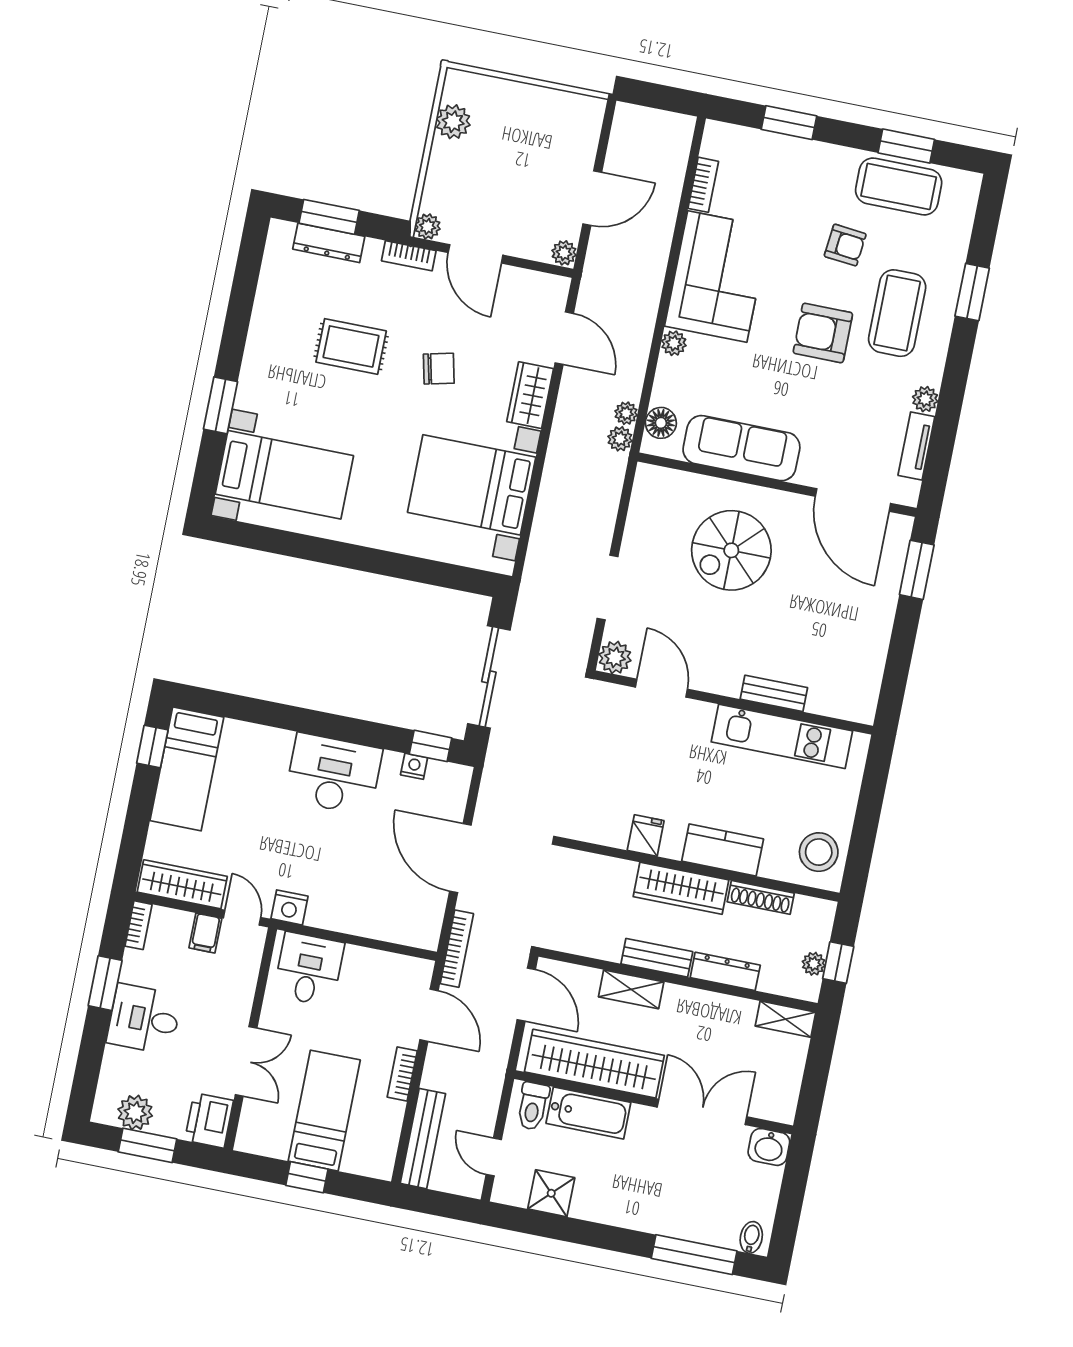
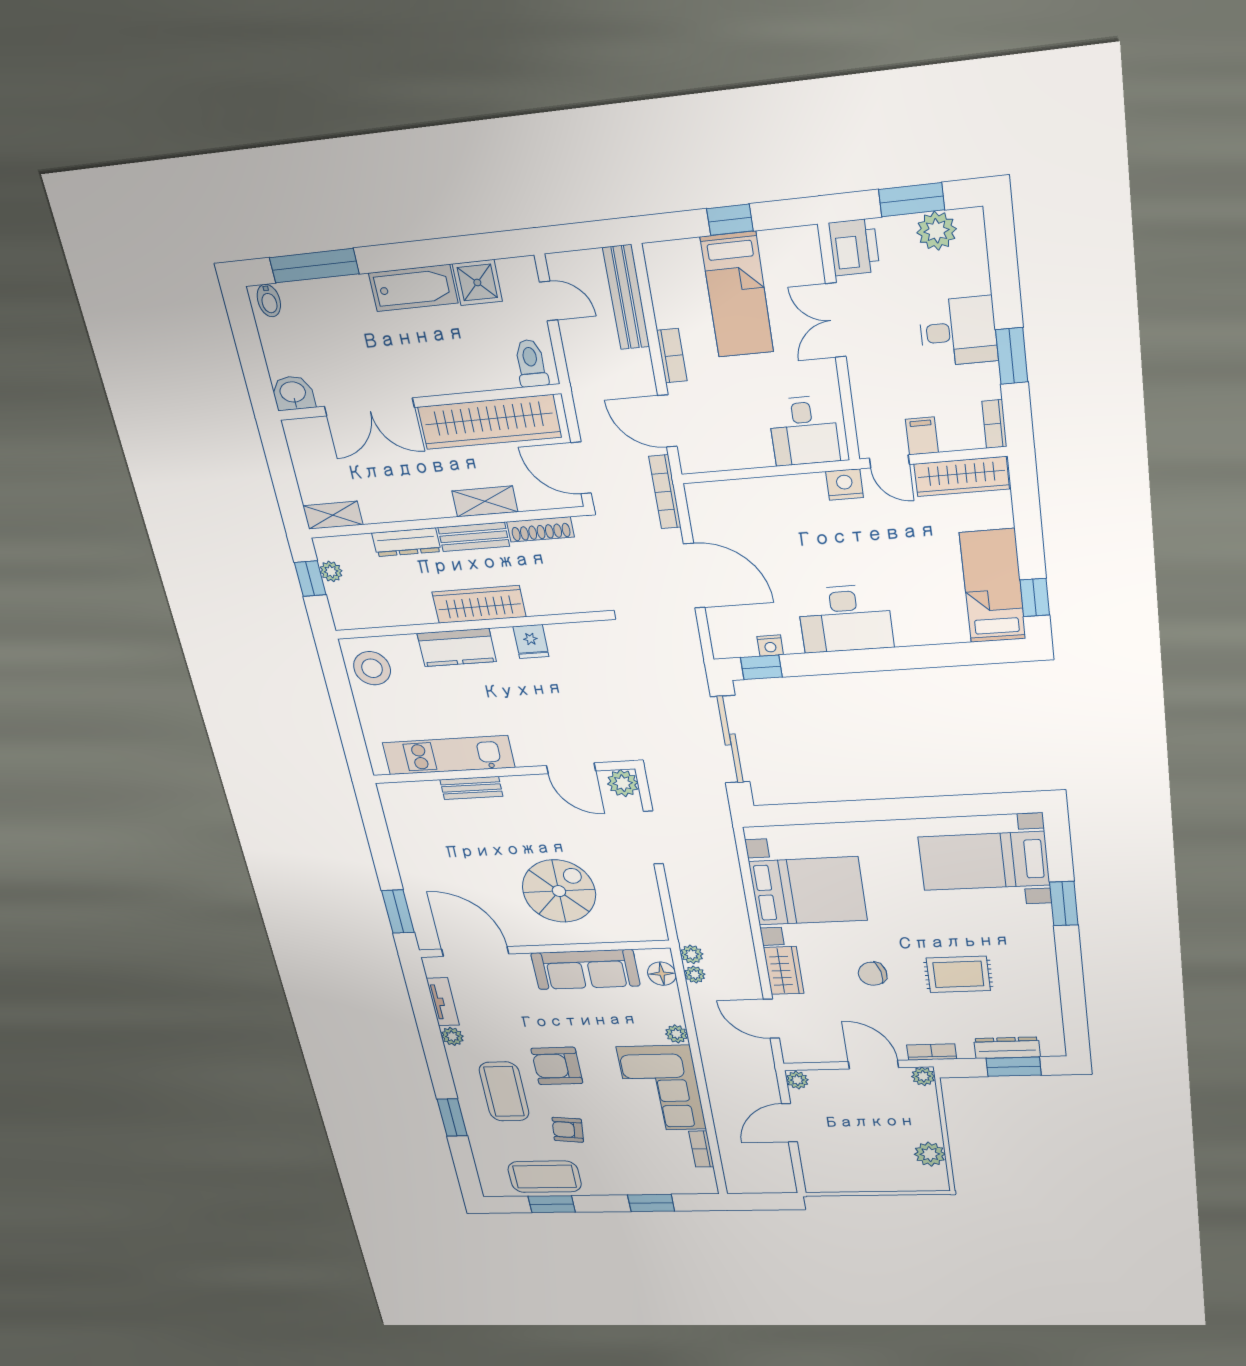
armchair: (823, 333) -> (557, 1066), turned 180
shoe rack: (761, 897) -> (540, 529), moved, turned 180
bathtub: (588, 1113) -> (413, 288), moved, turned 180

